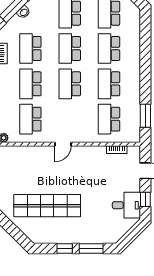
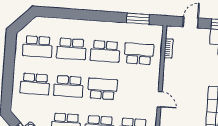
school desk: (70, 84) -> (102, 89), turned 180
school desk: (109, 119) -> (139, 54), turned 180

